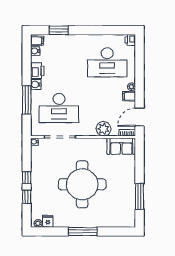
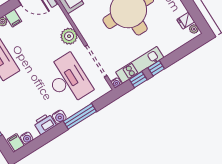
plant: (103, 129) -> (69, 36), moved
kitchen unit: (37, 167) -> (140, 65), added
window: (27, 197) -> (138, 80), moved

